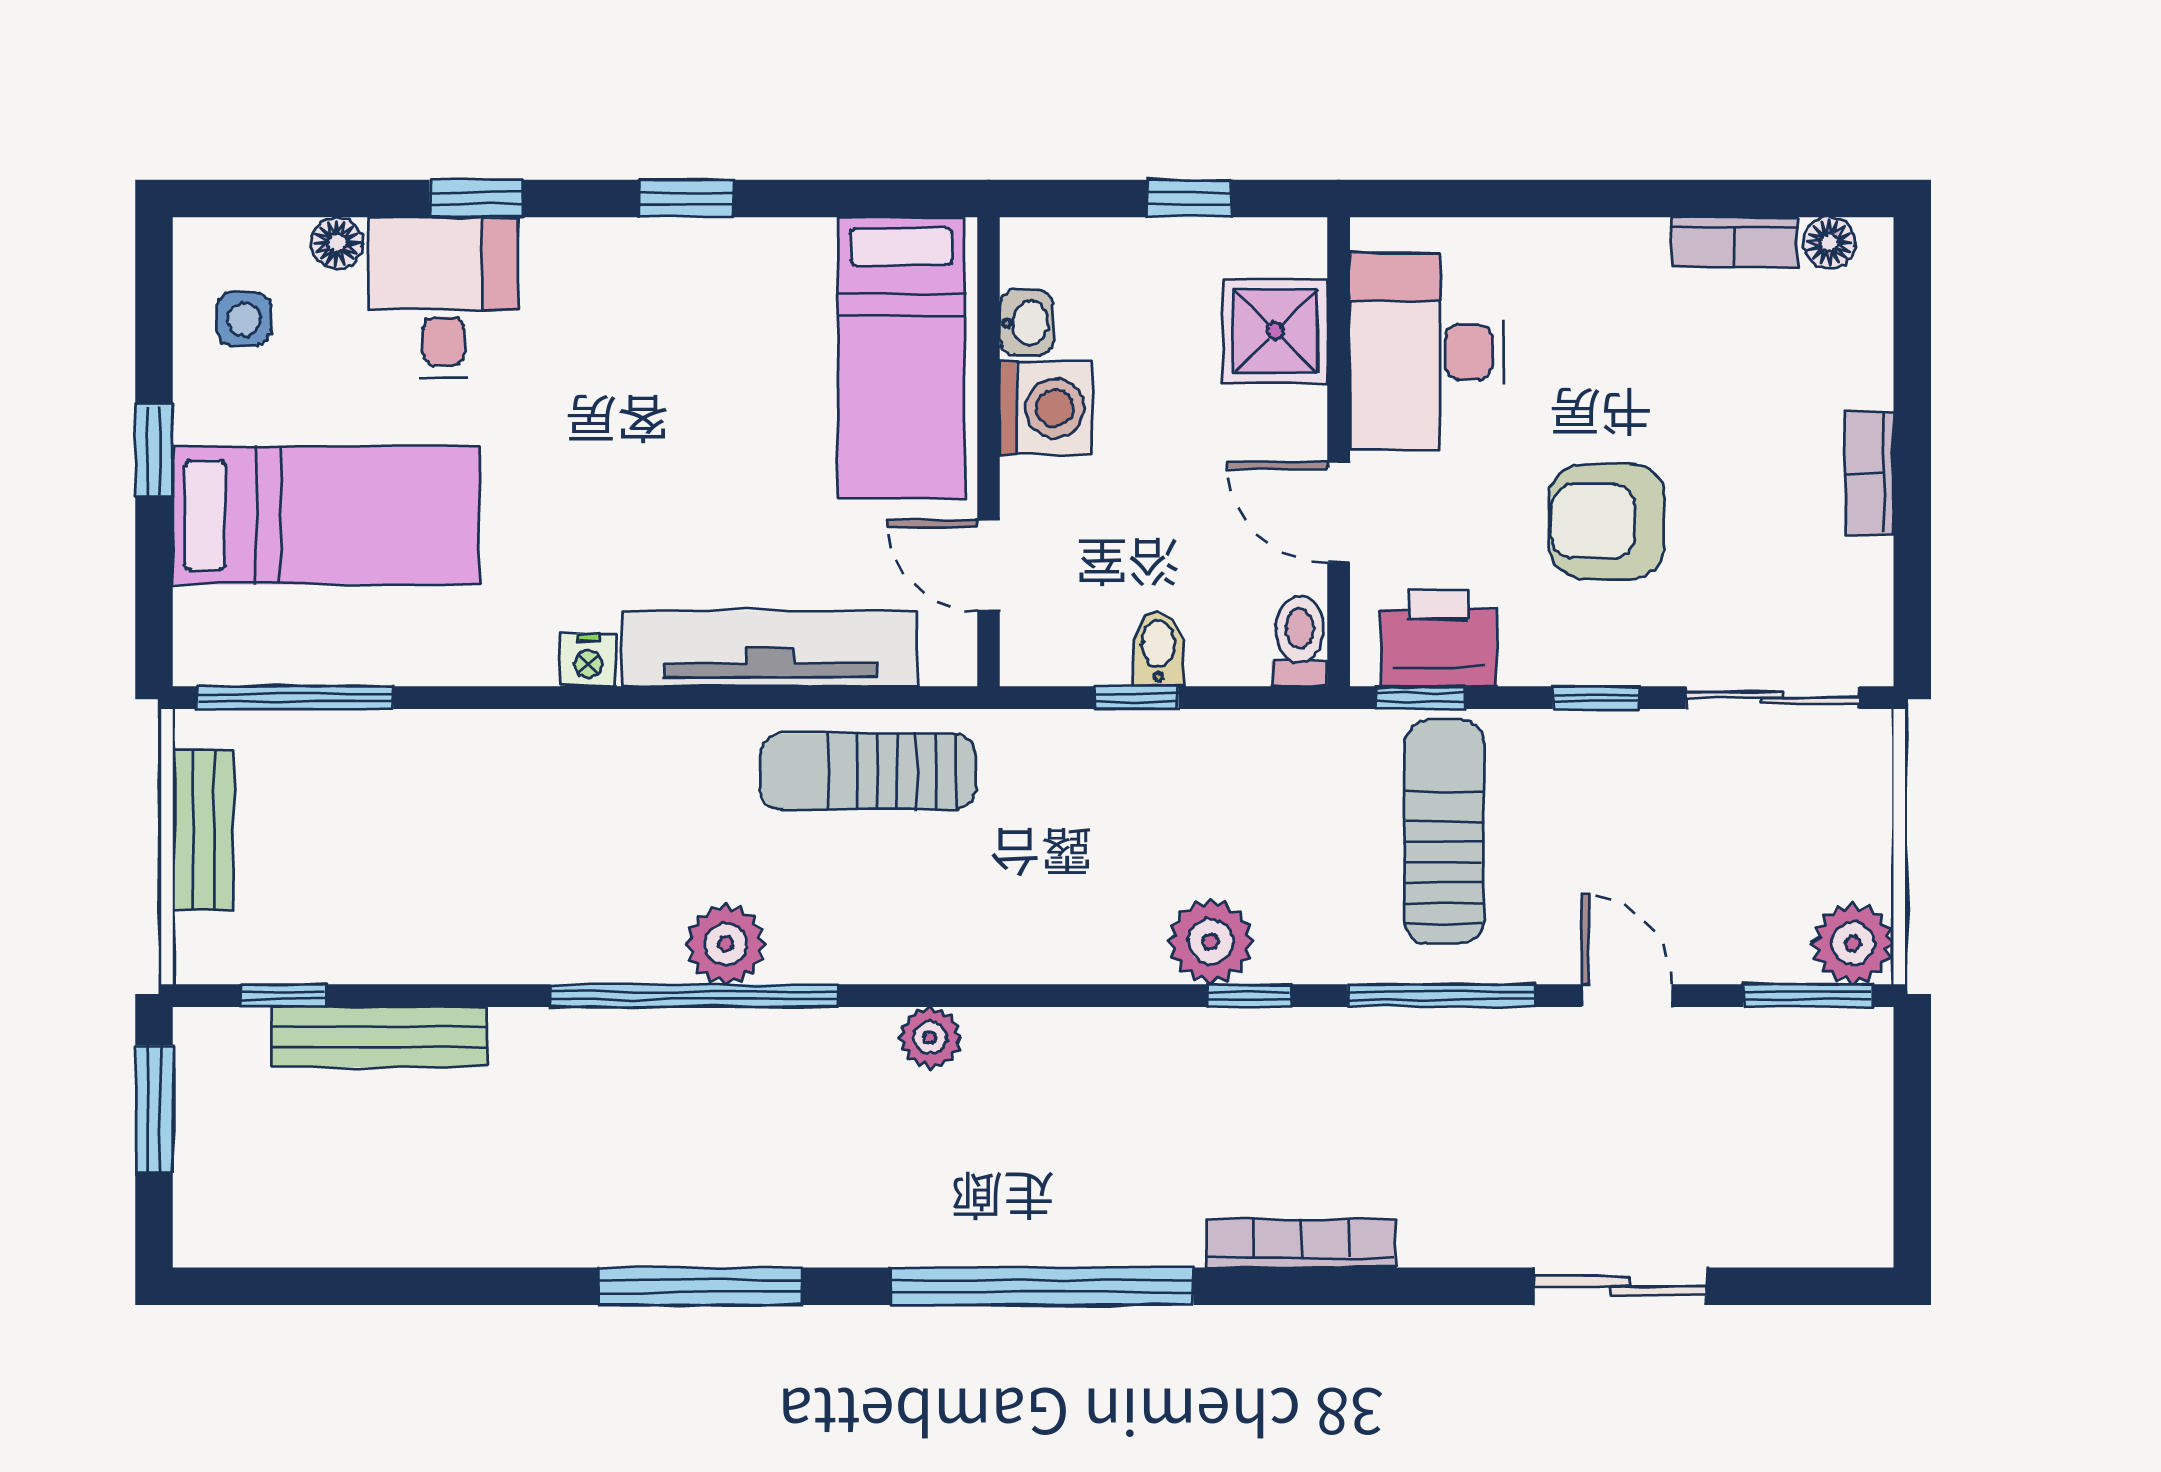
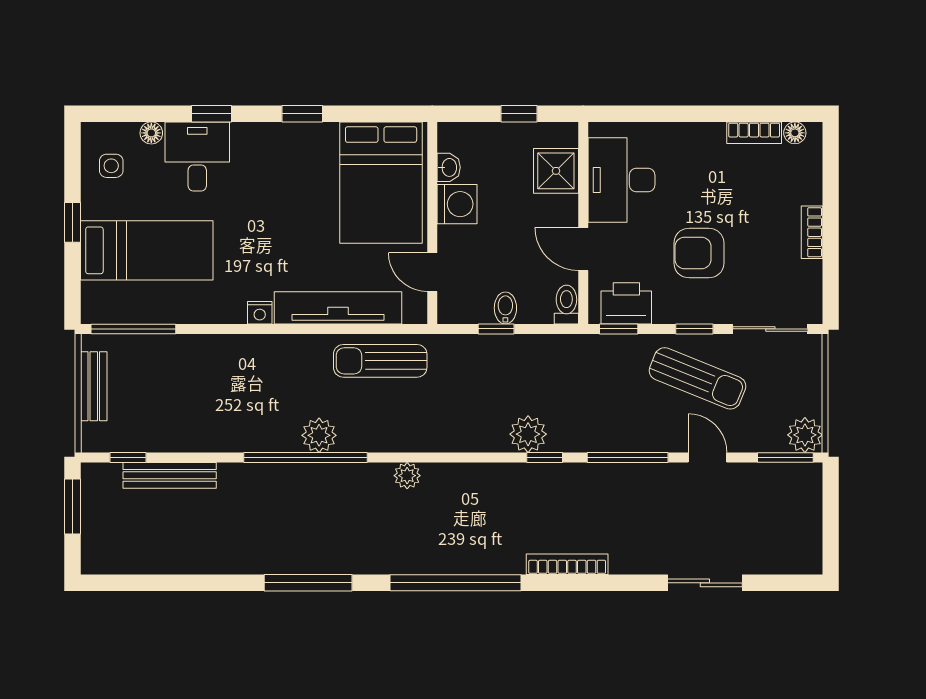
bed: (901, 358) -> (381, 183), width x1.50
sun lounger: (1444, 832) -> (697, 378), moved, turned 112

